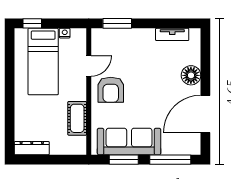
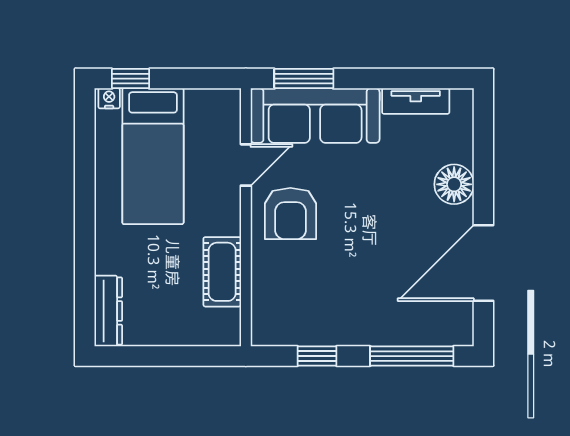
nightstand: (65, 33) -> (109, 98), moved
sofa: (129, 142) -> (315, 116), moved, turned 180
dresser: (32, 148) -> (108, 311), moved, turned 90
window: (124, 160) -> (317, 356), width x0.67

